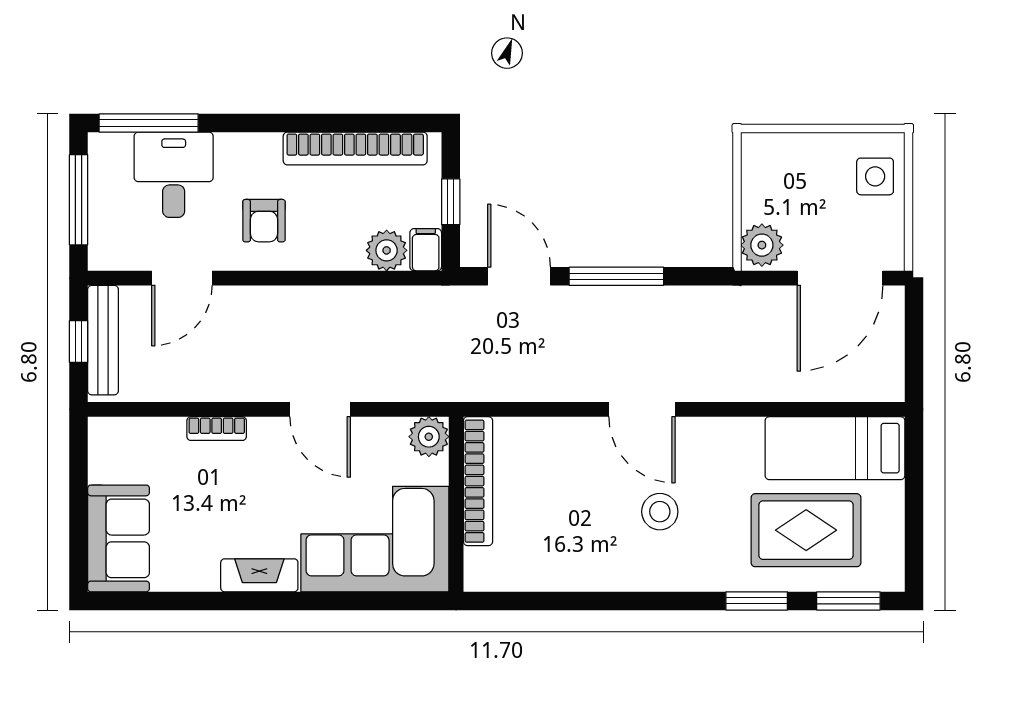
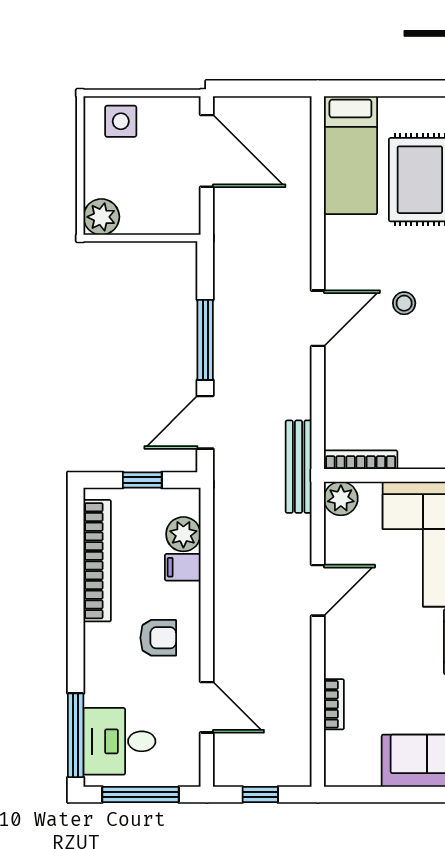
desk: (174, 175) -> (119, 741), moved
plant: (762, 245) -> (101, 217), moved
filing cabinet: (426, 250) -> (183, 567), moved
bench: (103, 340) -> (299, 467), moved, turned 90
bookcase: (217, 429) -> (334, 704), moved
bookcase: (478, 481) -> (361, 460), width x0.68, depth x0.76
stool: (660, 512) -> (404, 303), width x0.73, depth x0.73

